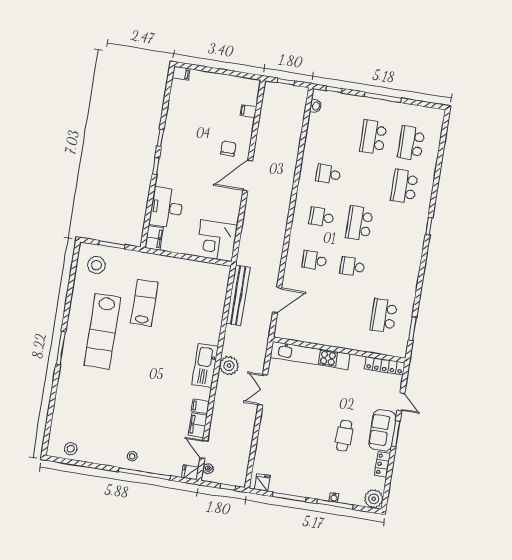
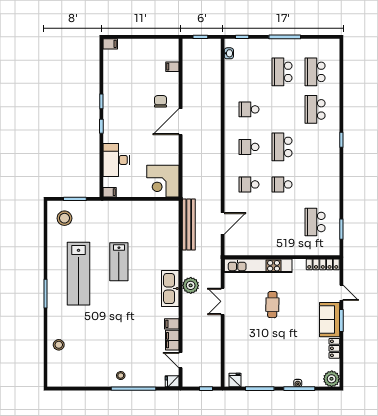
filing cabinet: (154, 238) -> (110, 192), width x0.50
lab bench: (144, 303) -> (119, 262), moved, turned 180
cafe table: (344, 436) -> (272, 305), moved
stool: (71, 449) -> (59, 345), moved
plant: (208, 469) -> (187, 376), removed

